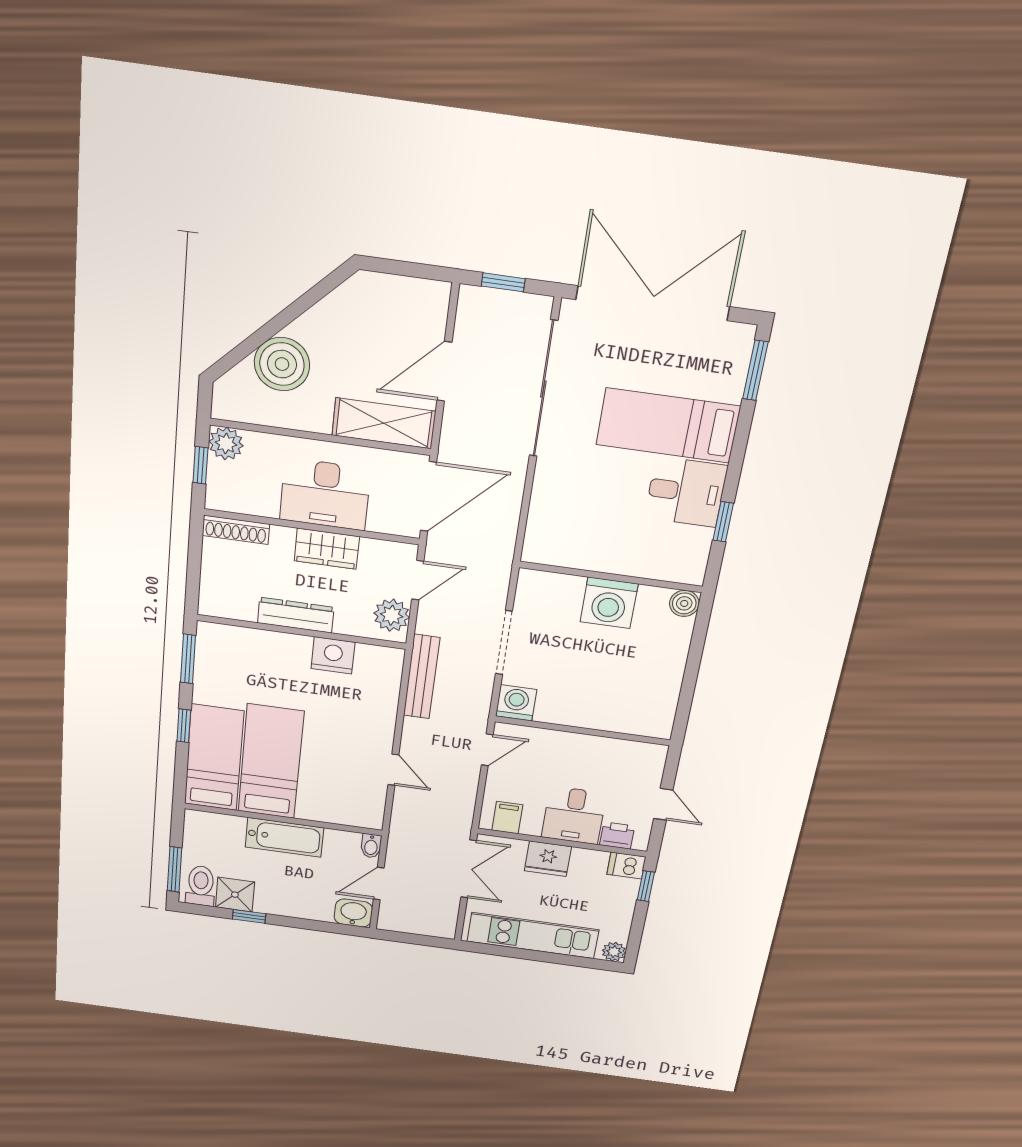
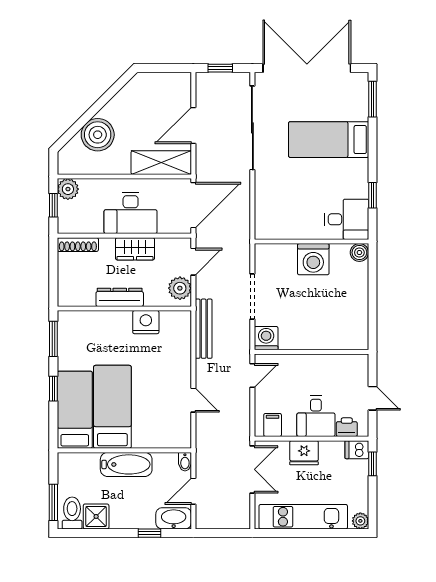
desk: (686, 492) -> (347, 219), moved
washbasin: (353, 913) -> (174, 518), width x1.38
window: (249, 916) -> (150, 533), moved

